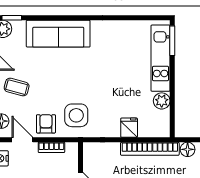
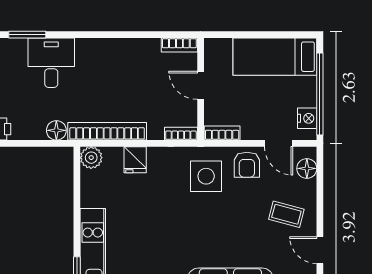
plant: (162, 101) -> (91, 158), moved
bookcase: (51, 147) -> (222, 133), moved
bookcase: (95, 147) -> (181, 134), added

